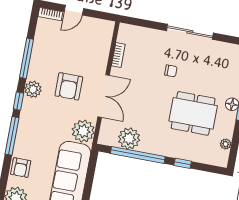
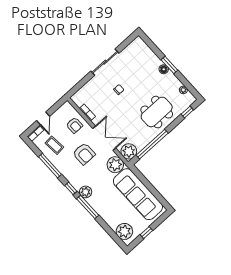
coffee table: (53, 46) -> (54, 145), added
plant: (33, 89) -> (86, 192), moved
dining table: (193, 113) -> (157, 112), moved
plant: (129, 138) -> (129, 151), moved
window: (183, 163) -> (187, 112), moved
armchair: (21, 168) -> (74, 125), moved

